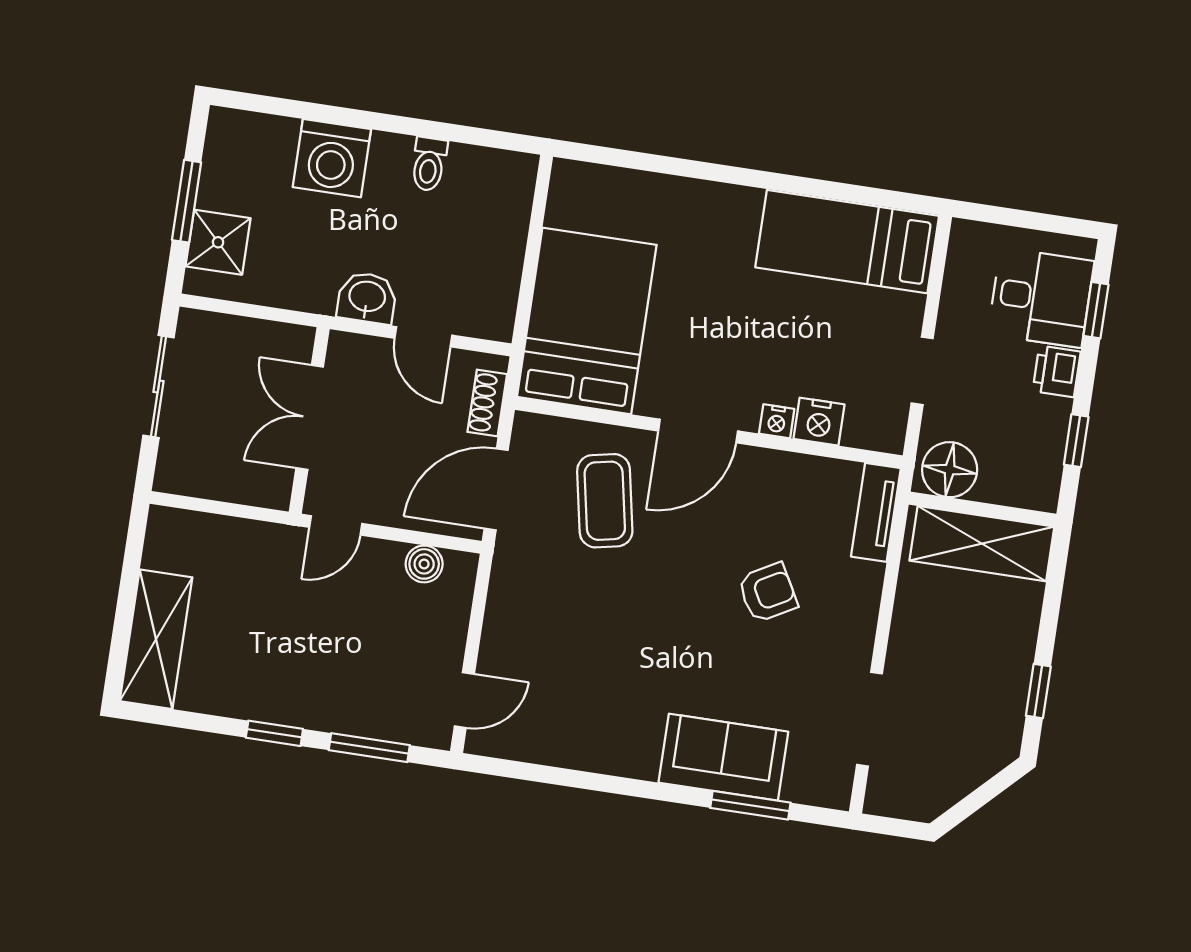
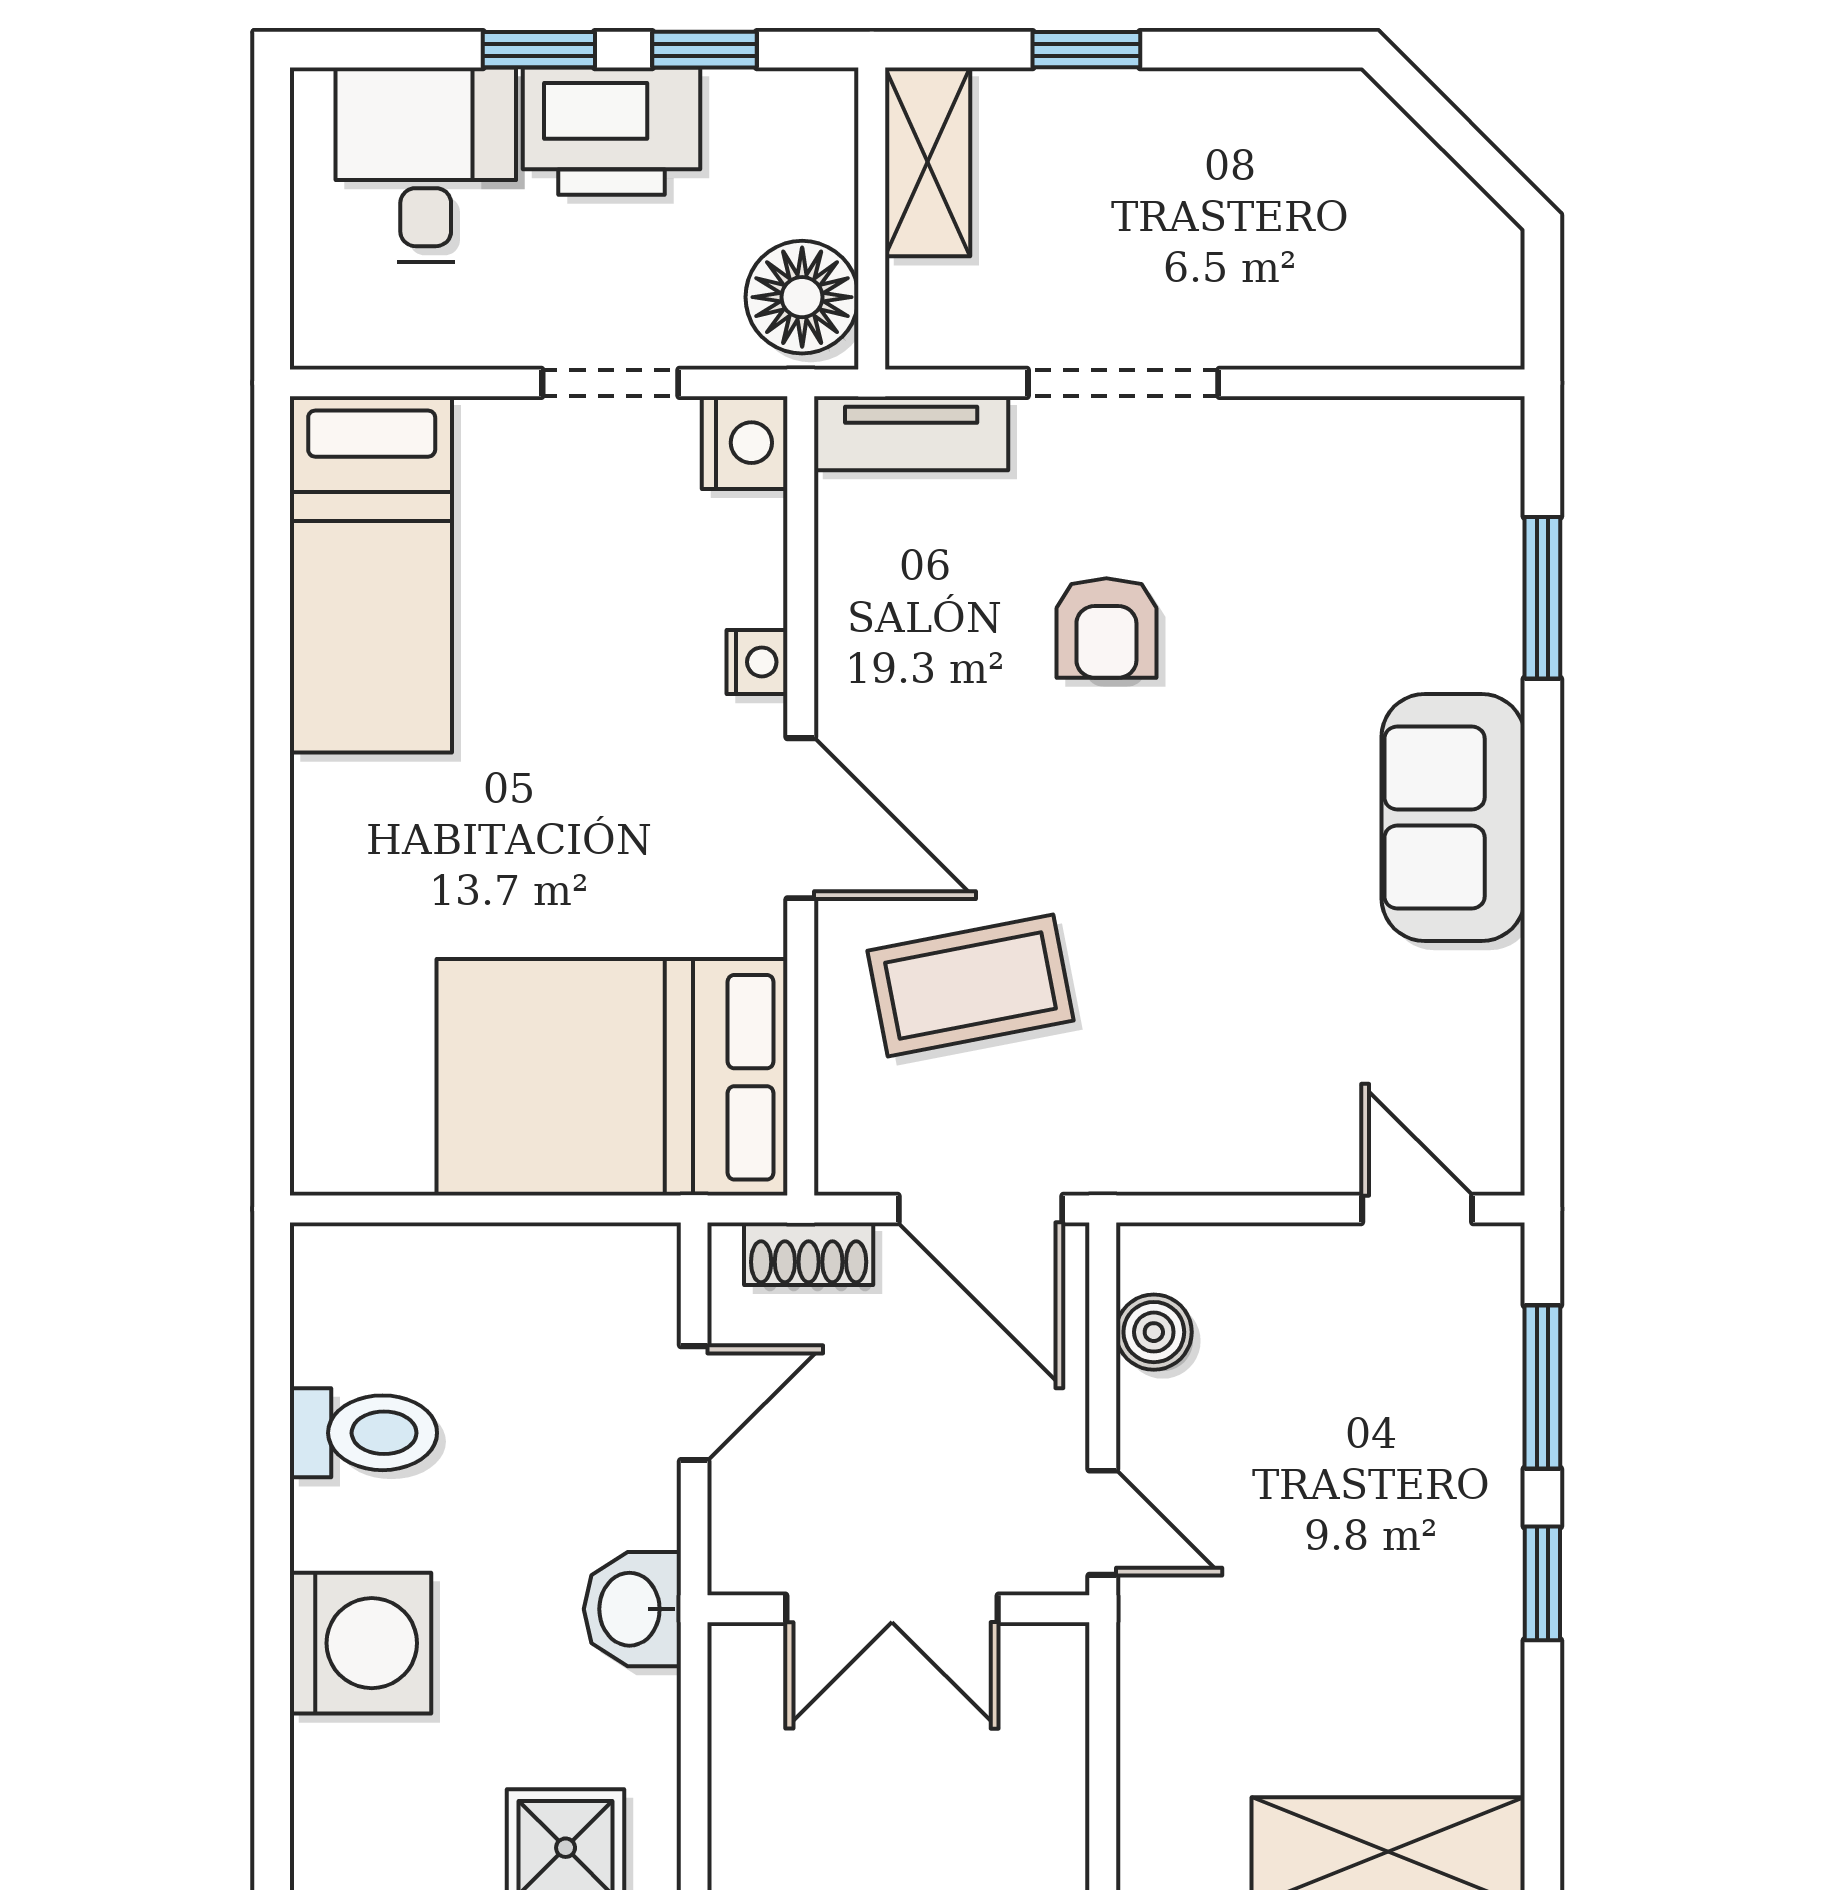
toilet: (429, 164) -> (363, 1433), width x1.37, depth x1.39
washbasin: (367, 298) -> (632, 1609), moved
window: (1096, 310) -> (539, 50), moved
printer: (1057, 371) -> (612, 131), width x1.87, depth x1.48
nightstand: (819, 422) -> (745, 443), moved
shelving: (982, 544) -> (928, 162), width x0.67, depth x0.75
armchair: (768, 593) -> (1106, 628), turned -151
window: (1038, 691) -> (1086, 50), moved
doorway: (870, 719) -> (1123, 383), moved
sofa: (723, 757) -> (1453, 818), moved

